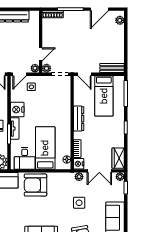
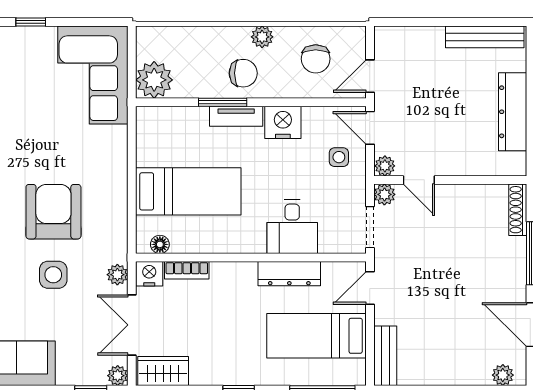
dresser: (79, 119) -> (289, 274), moved
desk: (25, 158) -> (292, 227), moved, turned -90
armchair: (35, 185) -> (53, 212), moved

